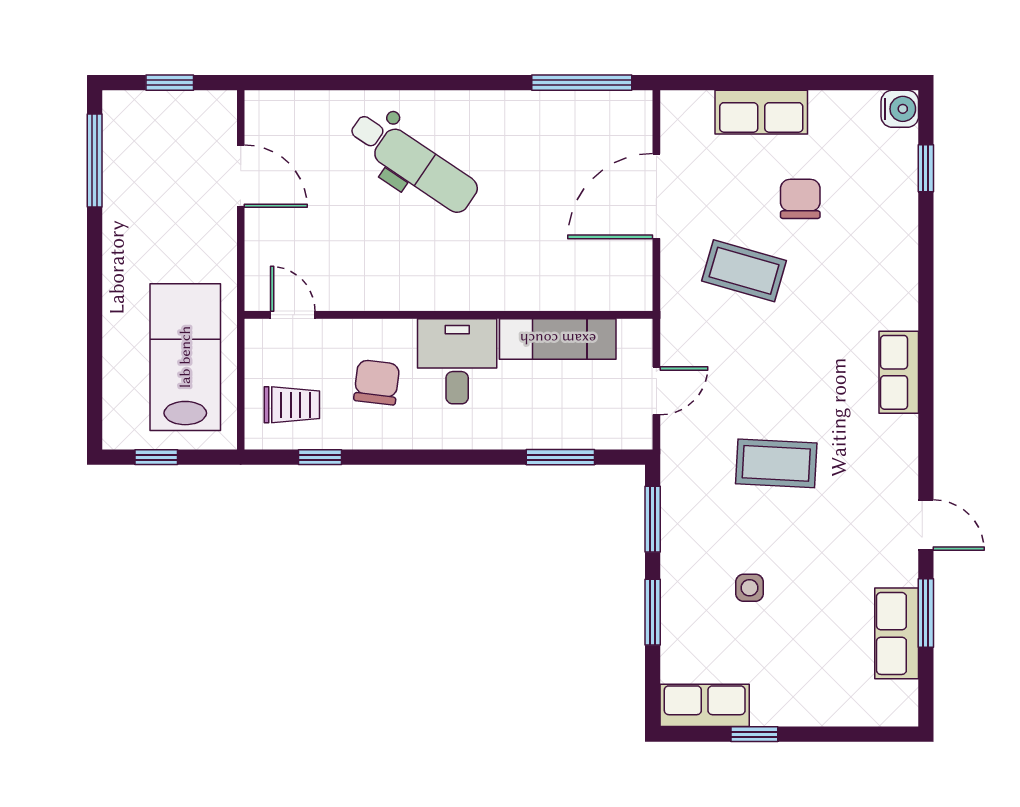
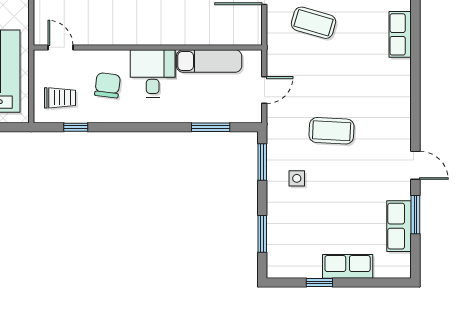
row of seats: (899, 372) -> (400, 34), moved
side table: (749, 588) -> (297, 178), moved
window: (653, 612) -> (262, 234), moved
row of seats: (705, 705) -> (348, 266), moved

